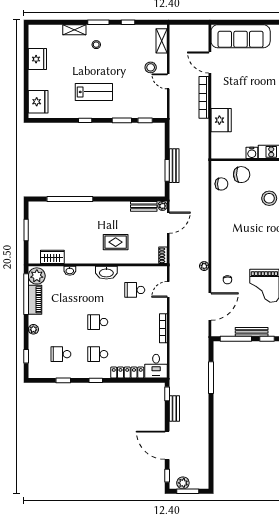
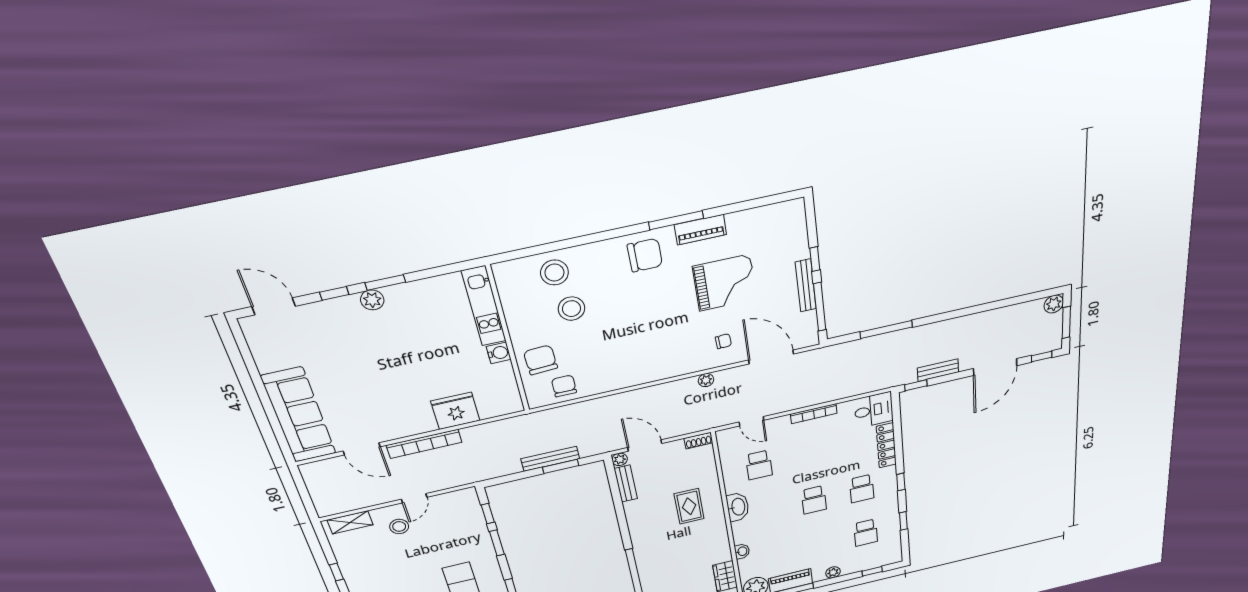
door: (210, 62) -> (362, 449), hinge flipped
plant: (183, 483) -> (1054, 304), moved

